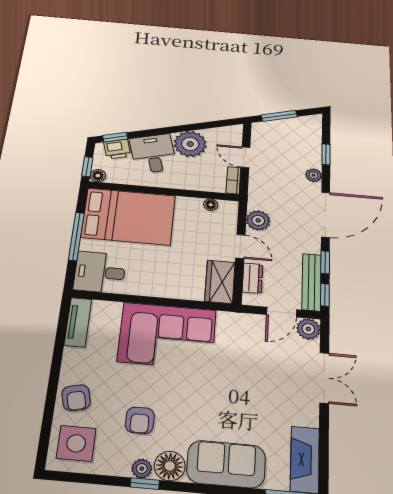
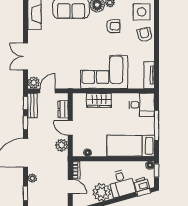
bed: (129, 216) -> (131, 146), width x0.67
wardrobe: (220, 282) -> (99, 100), moved, turned 90
bench: (312, 282) -> (32, 106), width x0.73
armchair: (140, 420) -> (113, 26), turned 90

